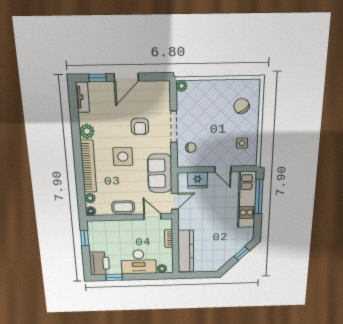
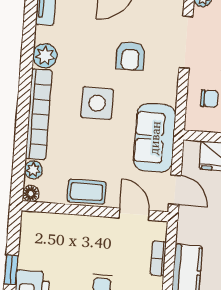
doorway: (174, 127) -> (186, 42), moved
door: (175, 201) -> (175, 190), hinge flipped
window: (85, 238) -> (11, 270), moved

